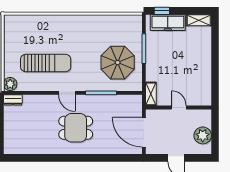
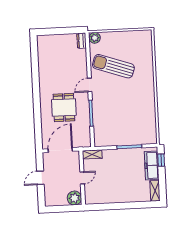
sun lounger: (46, 63) -> (113, 66), turned 109
parasol: (118, 63) -> (117, 126), removed
dining table: (76, 128) -> (64, 107), moved
plant: (203, 135) -> (74, 198), moved

